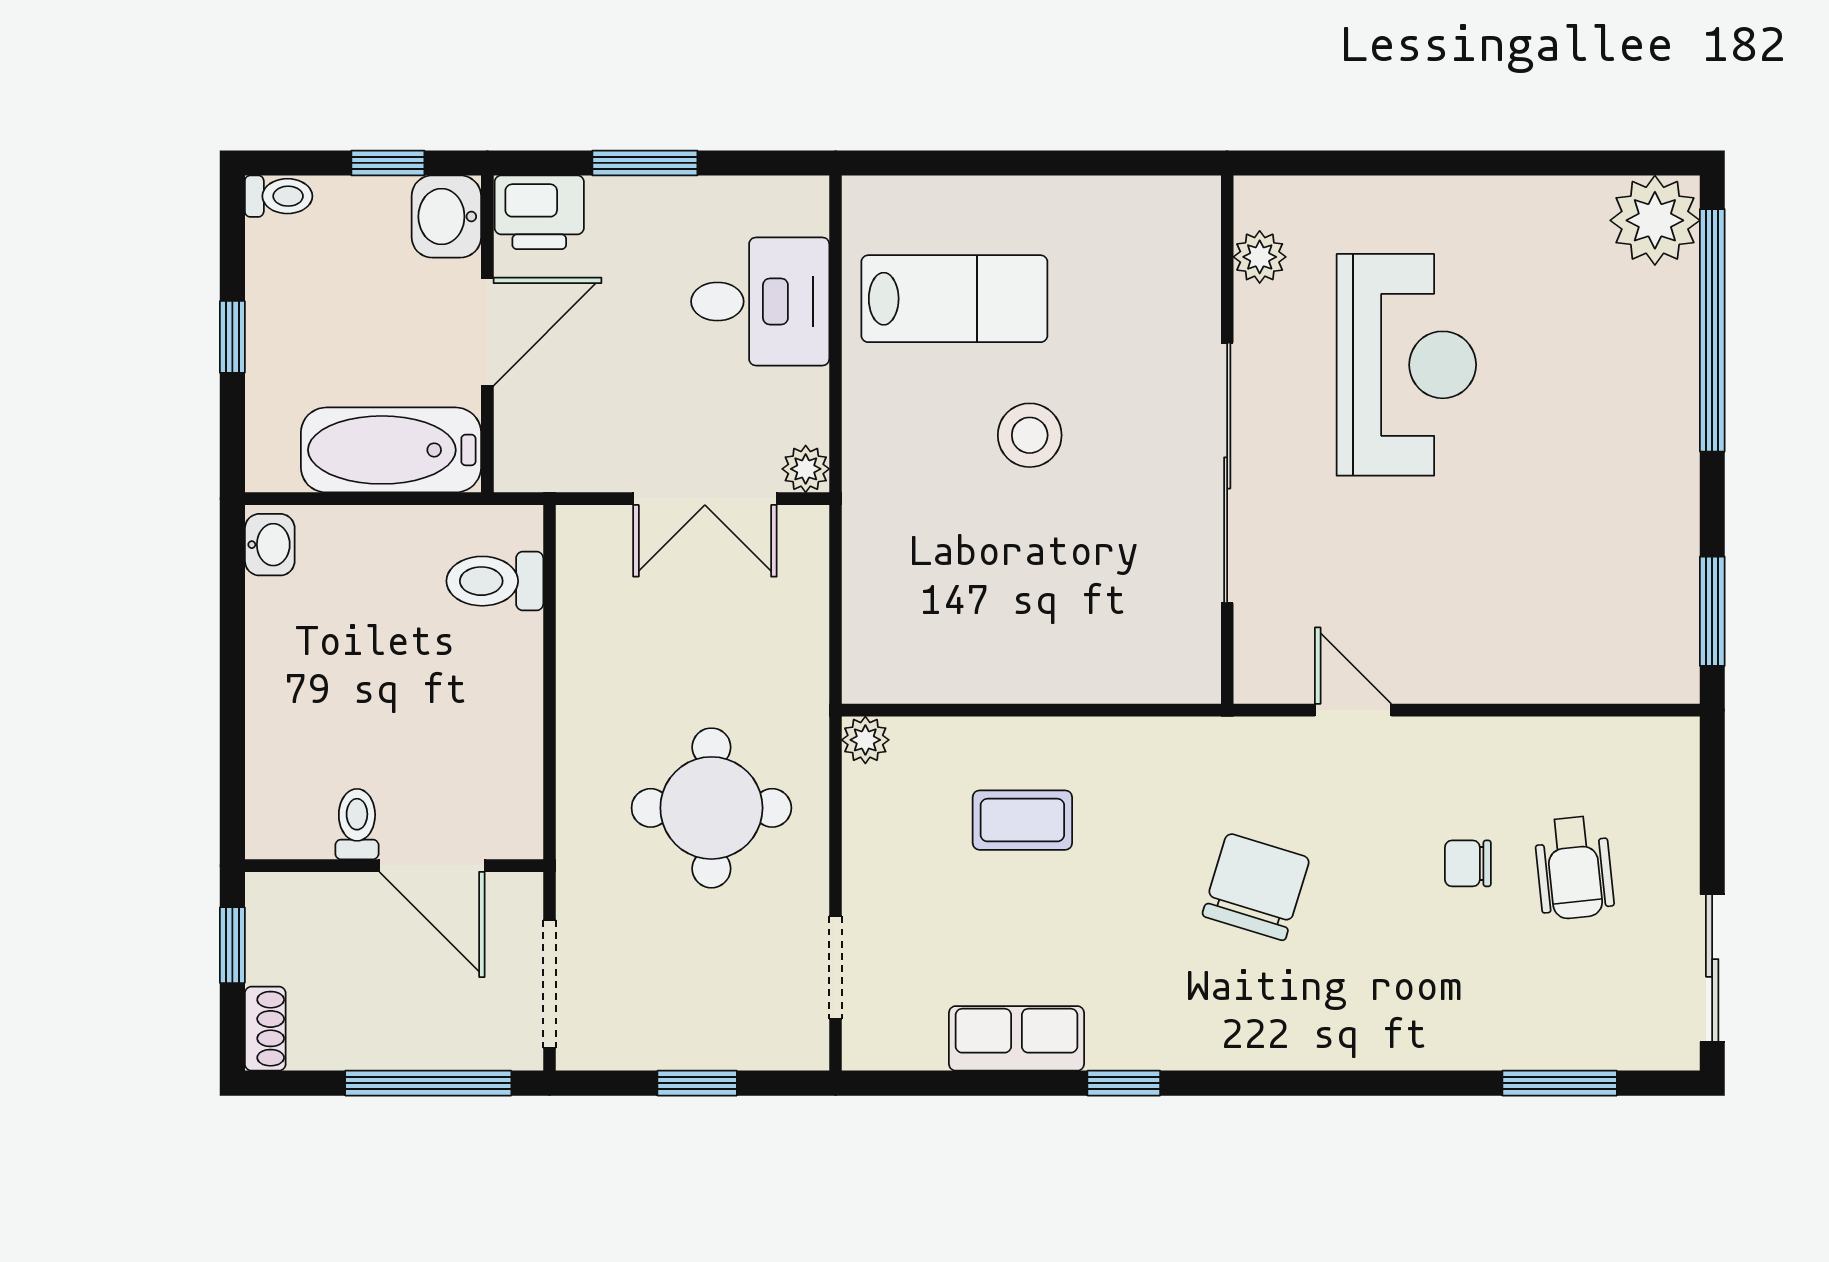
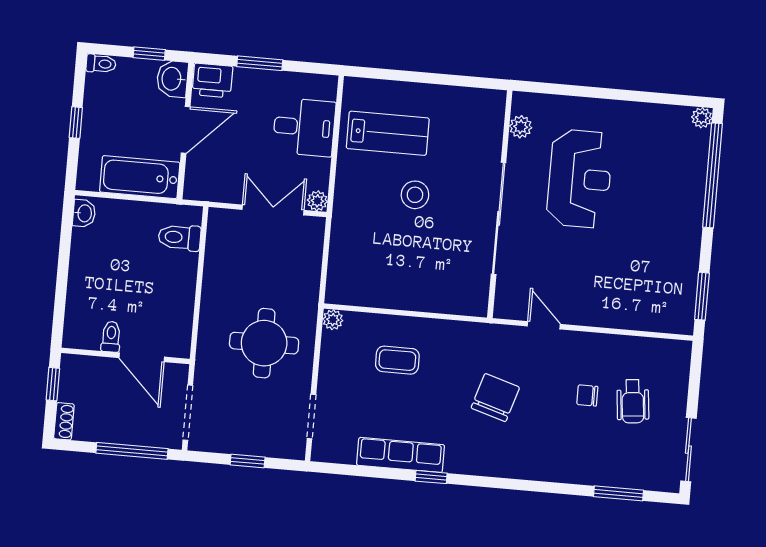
plant: (1655, 220) -> (702, 118), width x0.53, depth x0.53
double door: (705, 499) -> (273, 210), swing flipped
row of seats: (1016, 1038) -> (401, 455), width x1.48

